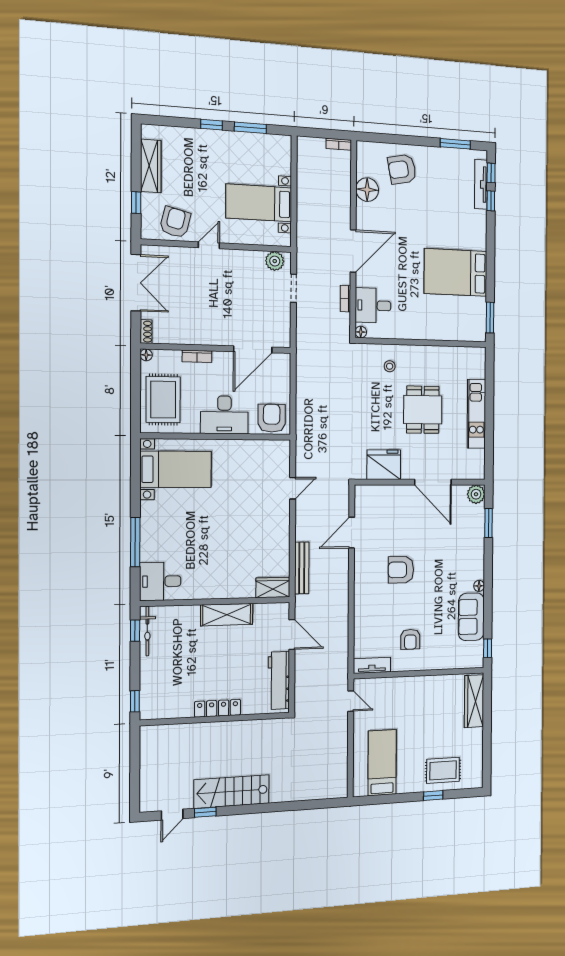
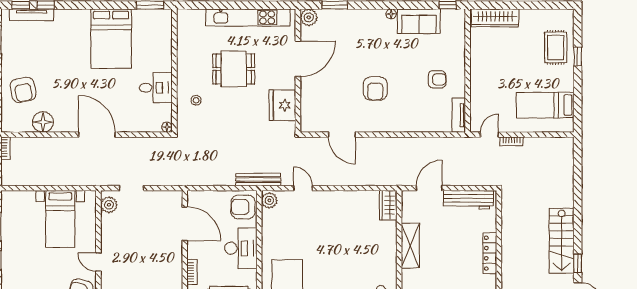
bookcase: (345, 299) -> (511, 141), moved
desk: (373, 305) -> (156, 88), moved, turned -90
kitchen unit: (477, 414) -> (248, 17), width x1.36
plant: (279, 449) -> (269, 200), added
bench: (302, 568) -> (258, 180), moved

